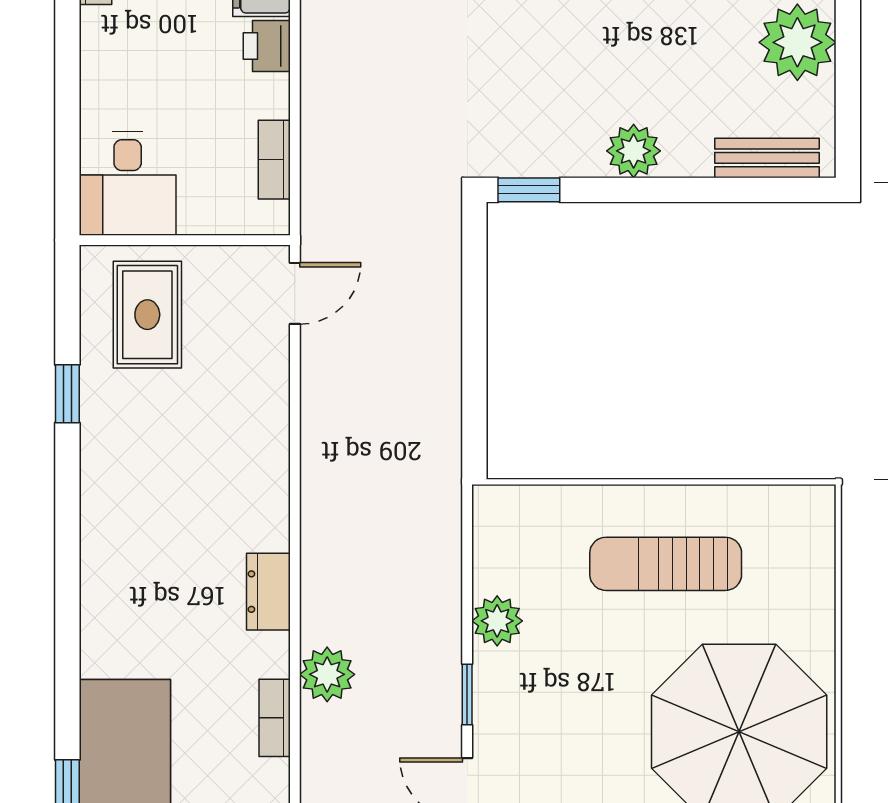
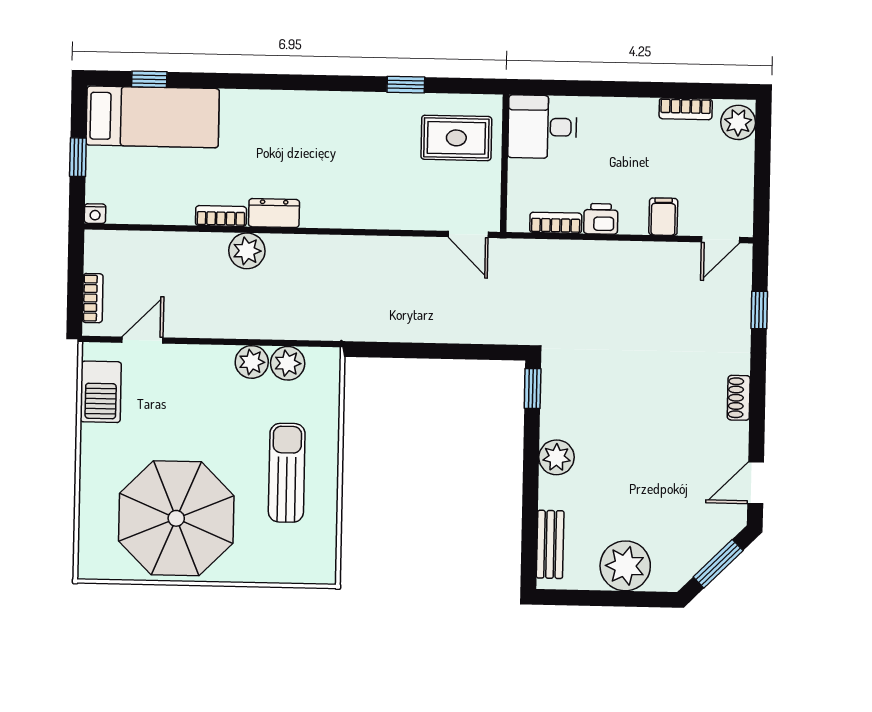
printer: (267, 46) -> (601, 219), moved
plant: (498, 566) -> (288, 363), added
plant: (327, 674) -> (247, 251), moved
window: (467, 695) -> (204, 341), removed
bookcase: (275, 718) -> (221, 216), moved

